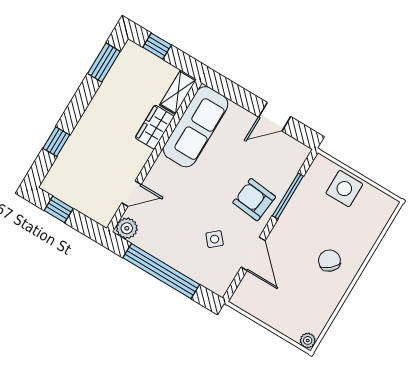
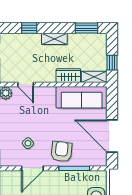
window: (157, 46) -> (112, 63), moved
shelving: (92, 116) -> (54, 39), added
door: (275, 117) -> (112, 136), width x1.87

